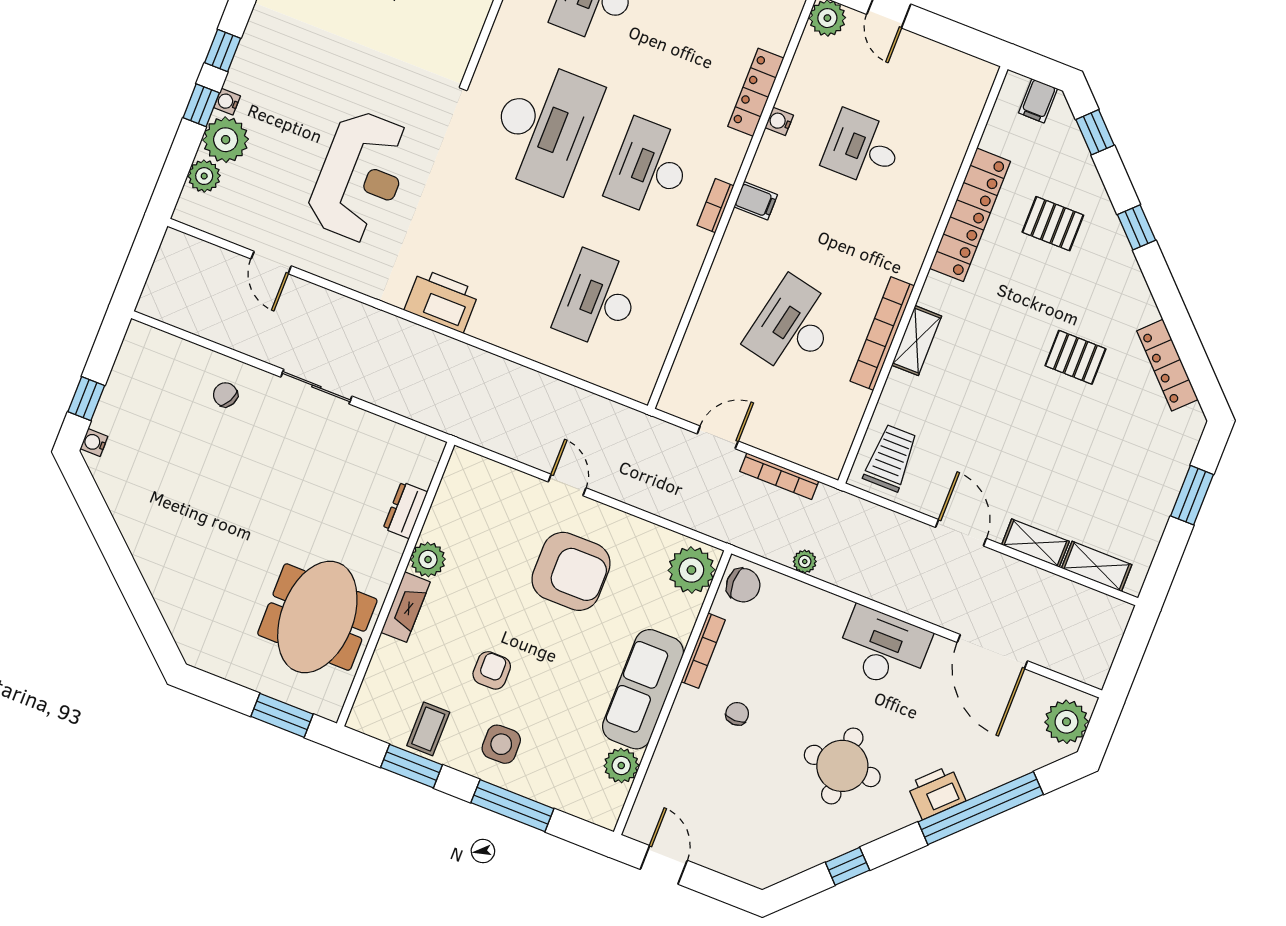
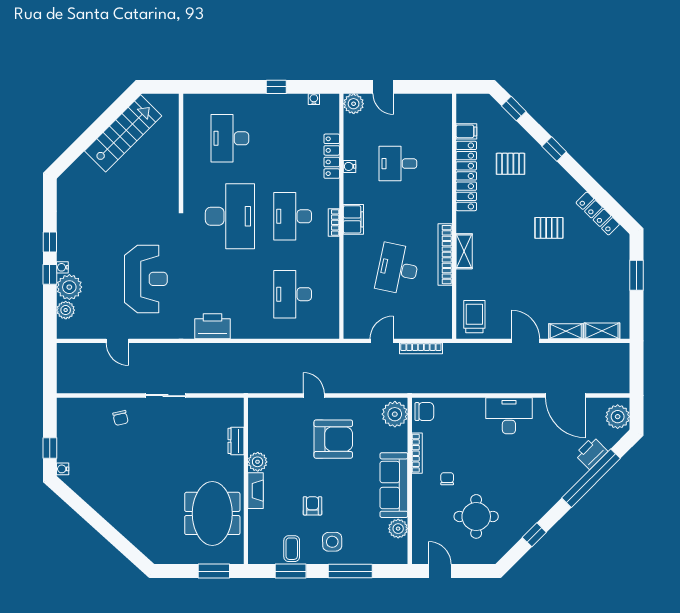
filing cabinet: (1038, 101) -> (466, 131), moved, turned -90
filing cabinet: (756, 201) -> (353, 219), width x2.00
chair: (225, 395) -> (121, 418), turned -130
plant: (805, 562) -> (451, 387), removed
round table: (842, 766) -> (476, 516), moved
printer: (936, 792) -> (591, 453), moved

